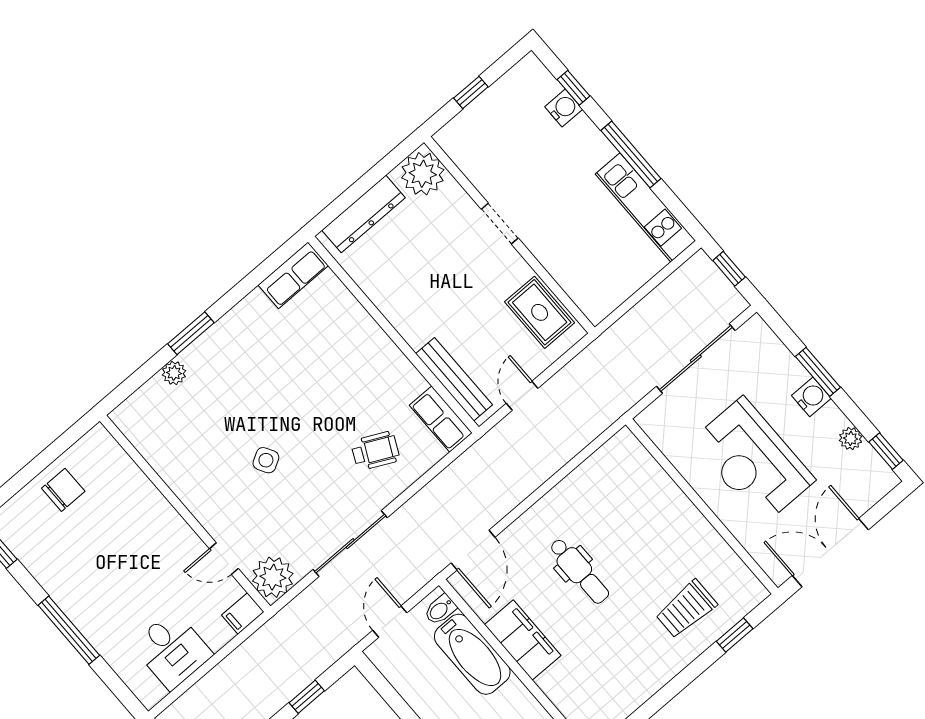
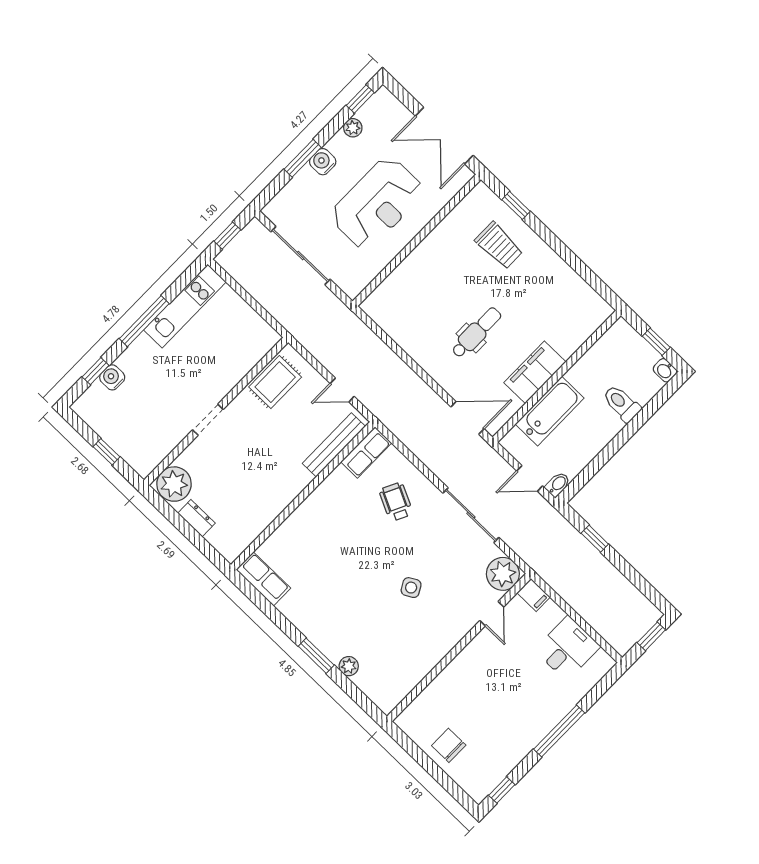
dresser: (364, 214) -> (196, 518), width x0.51, depth x0.80
bidet: (440, 610) -> (558, 484), moved, turned -90

